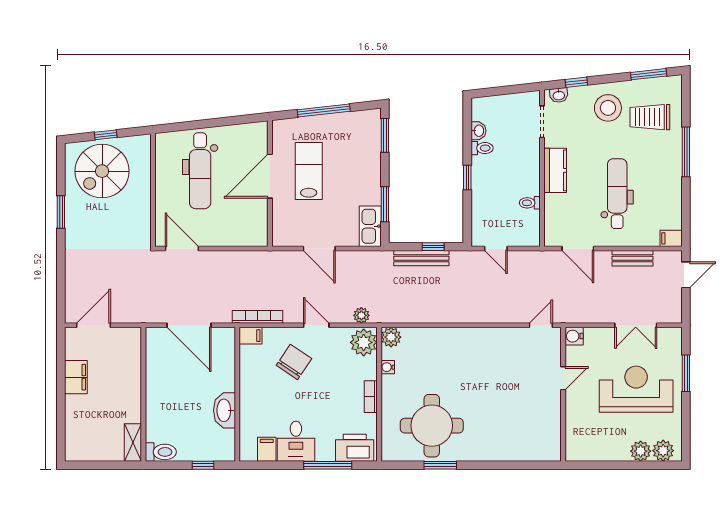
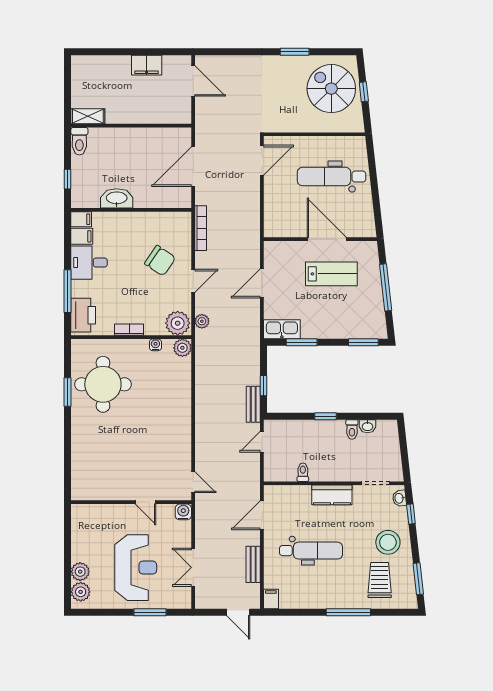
bench: (421, 258) -> (253, 404), moved, width x0.73
filing cabinet: (250, 336) -> (81, 219), moved, turned -90

